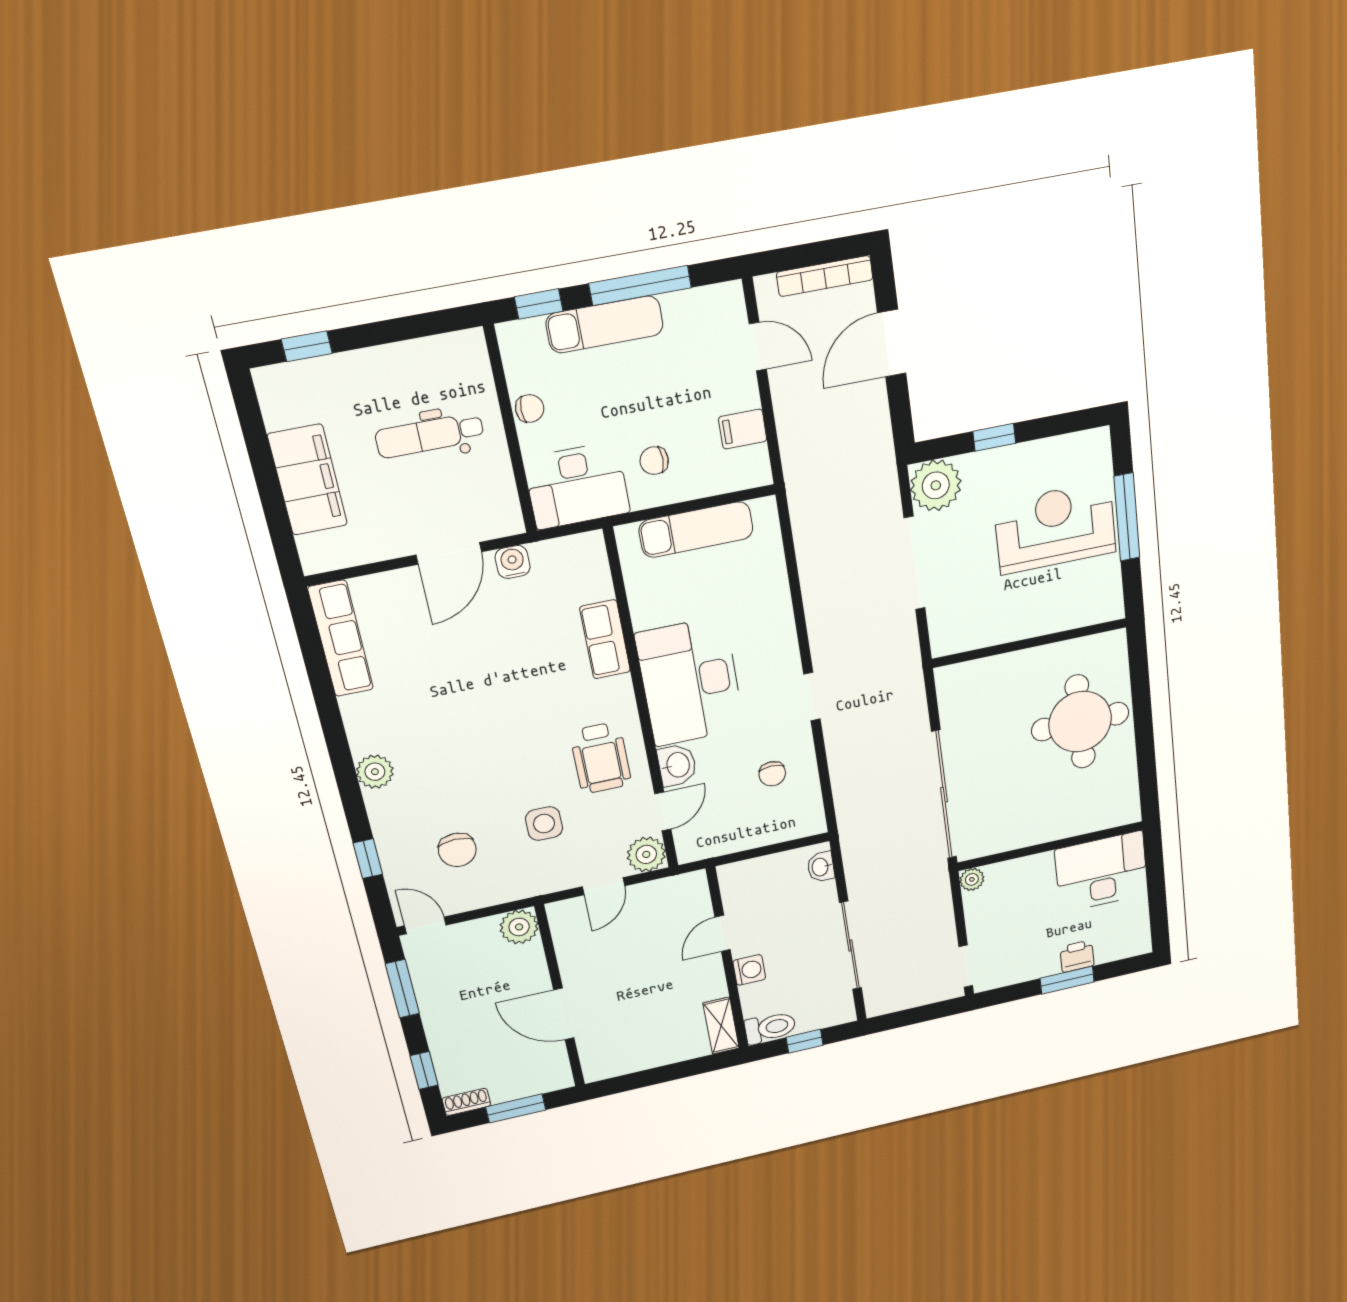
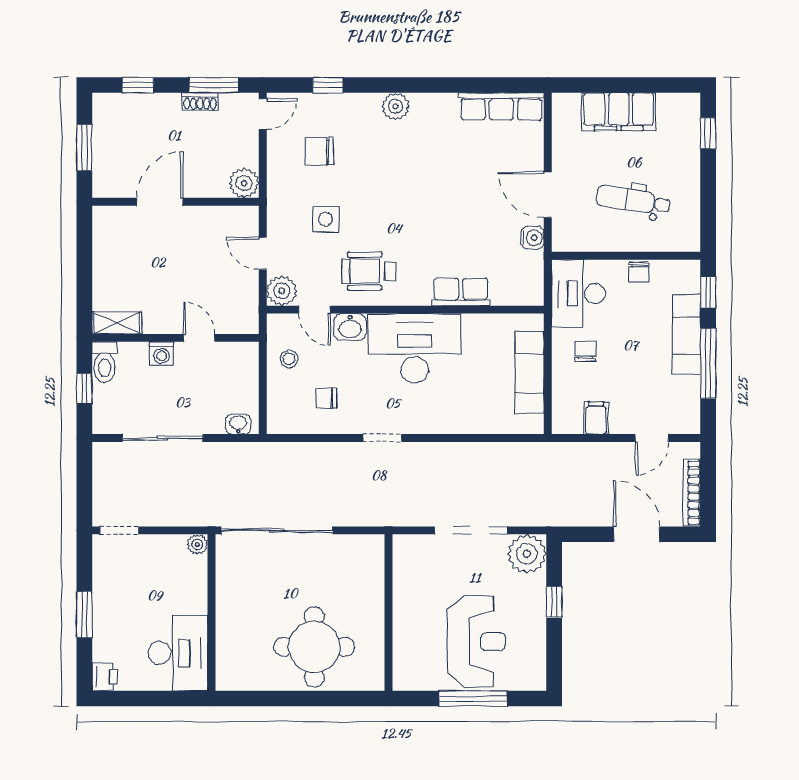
dental chair: (430, 435) -> (633, 200), turned -81
stool: (730, 827) -> (289, 359), added
printer: (1077, 956) -> (105, 677), moved
shoe rack: (466, 1102) -> (200, 102), moved, turned 90

